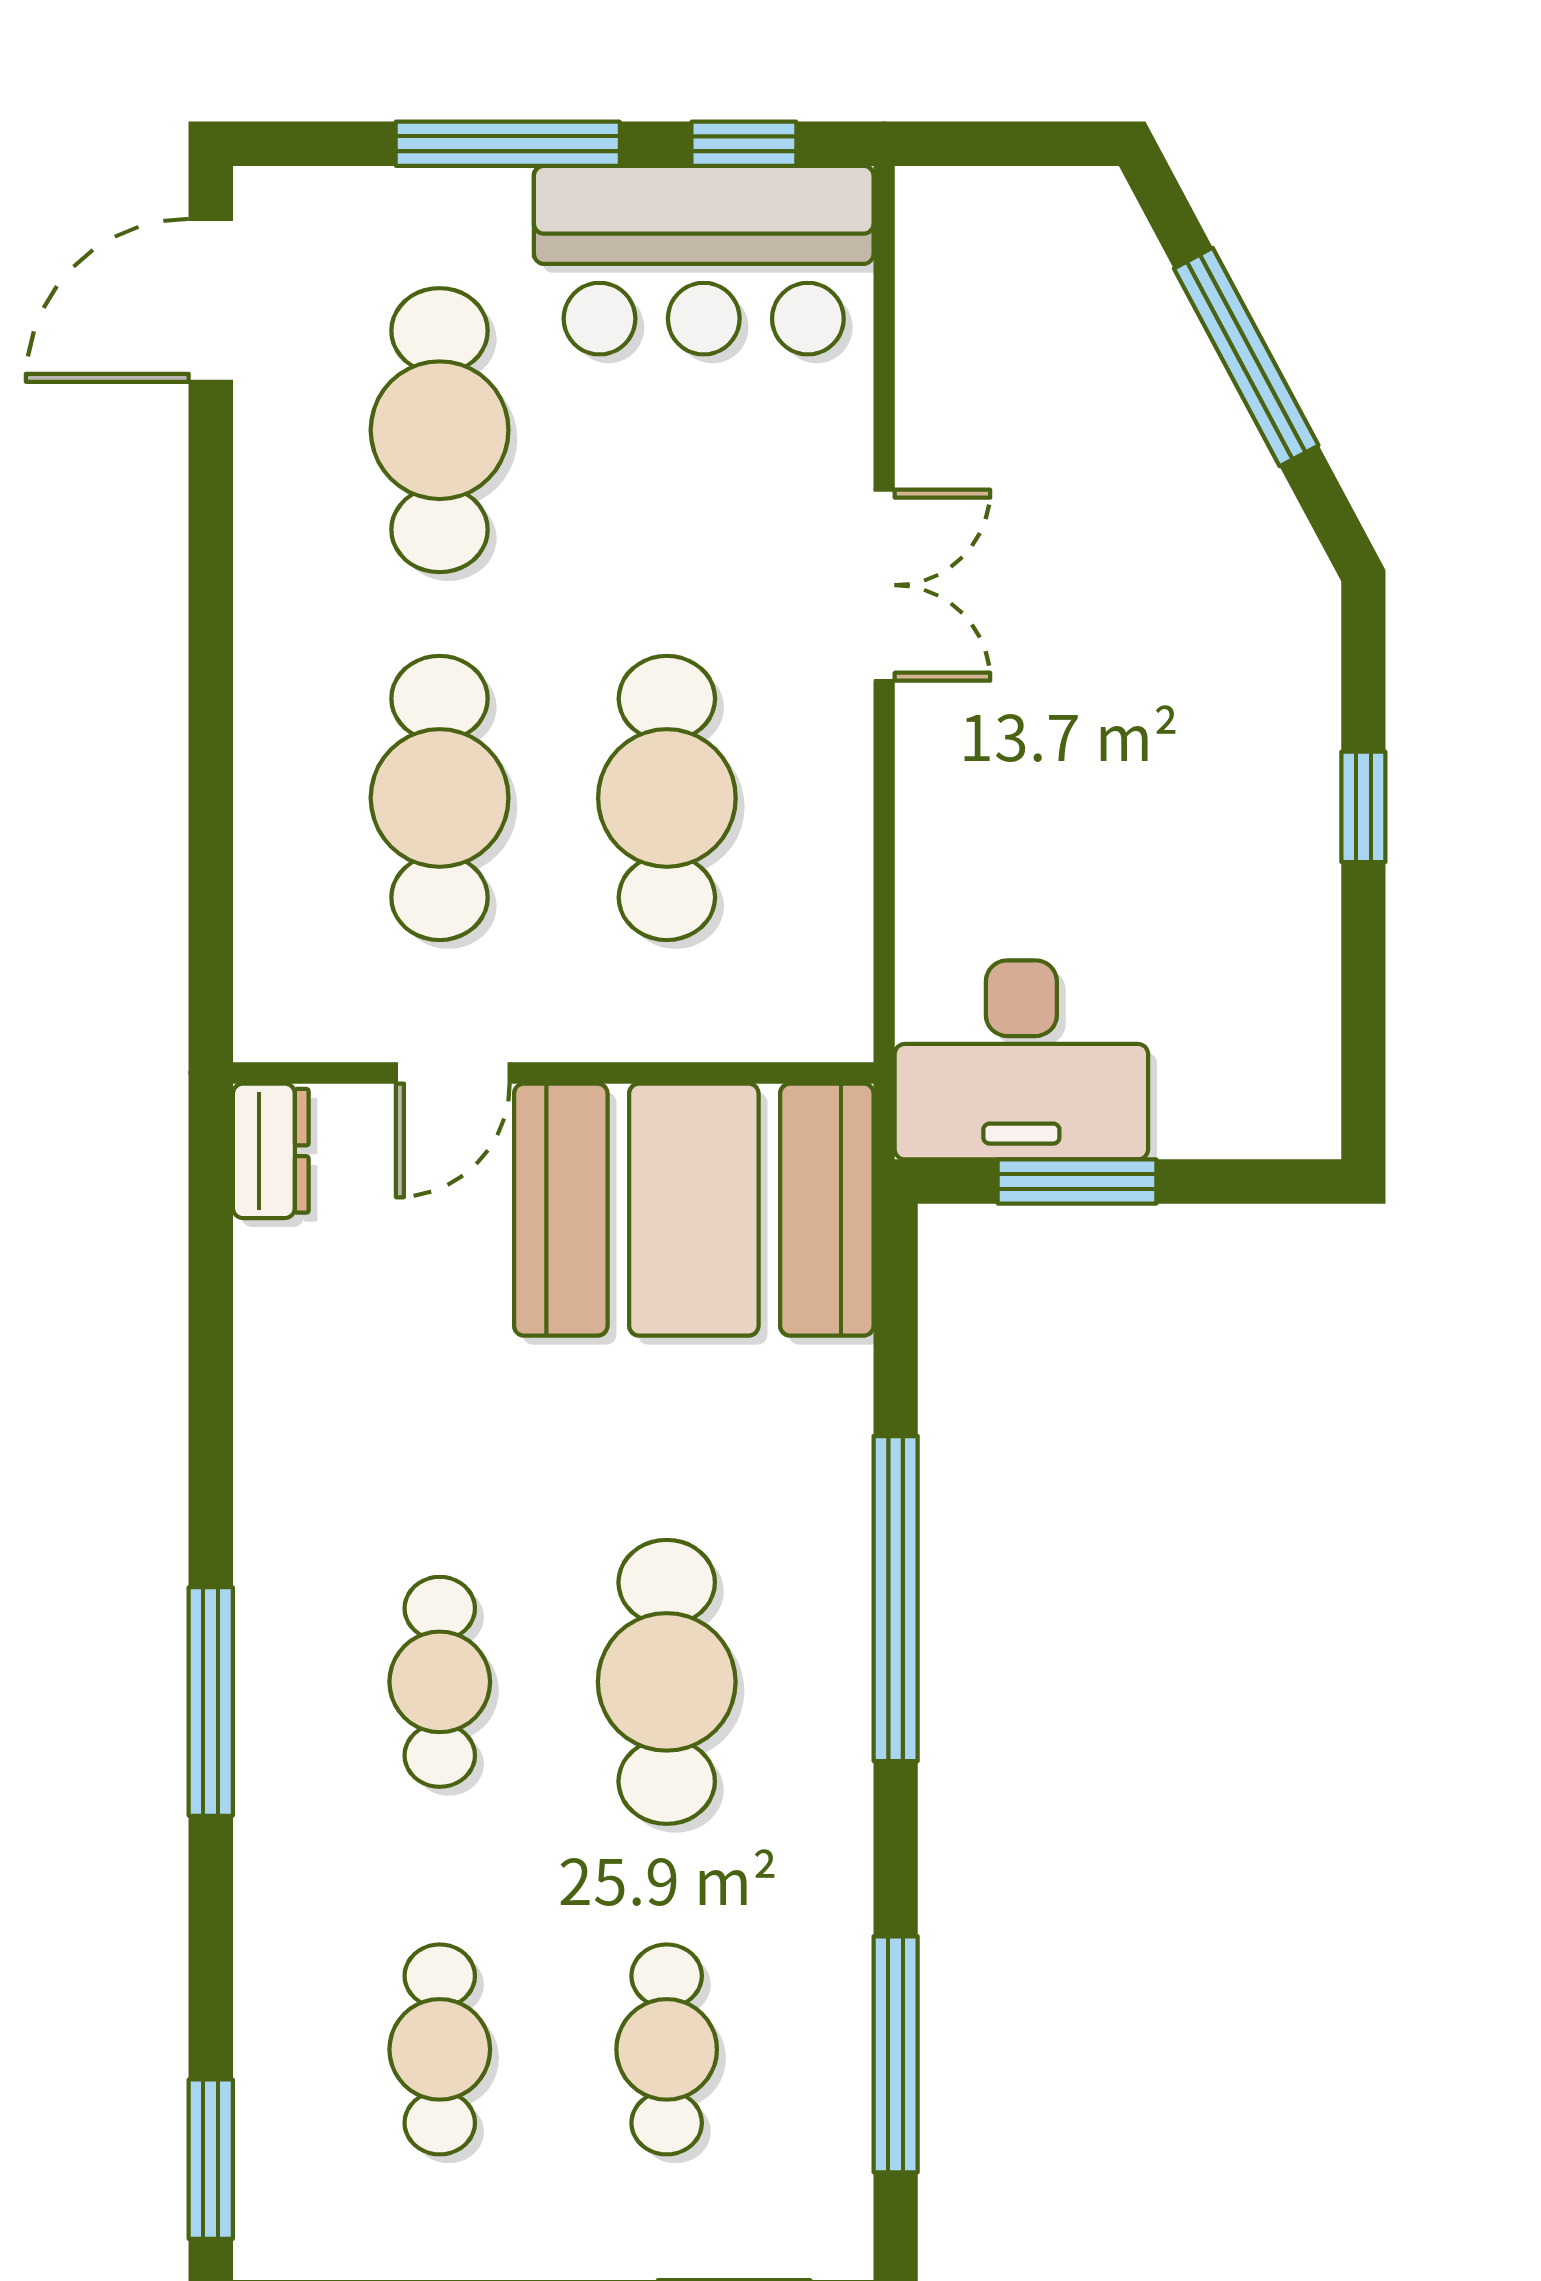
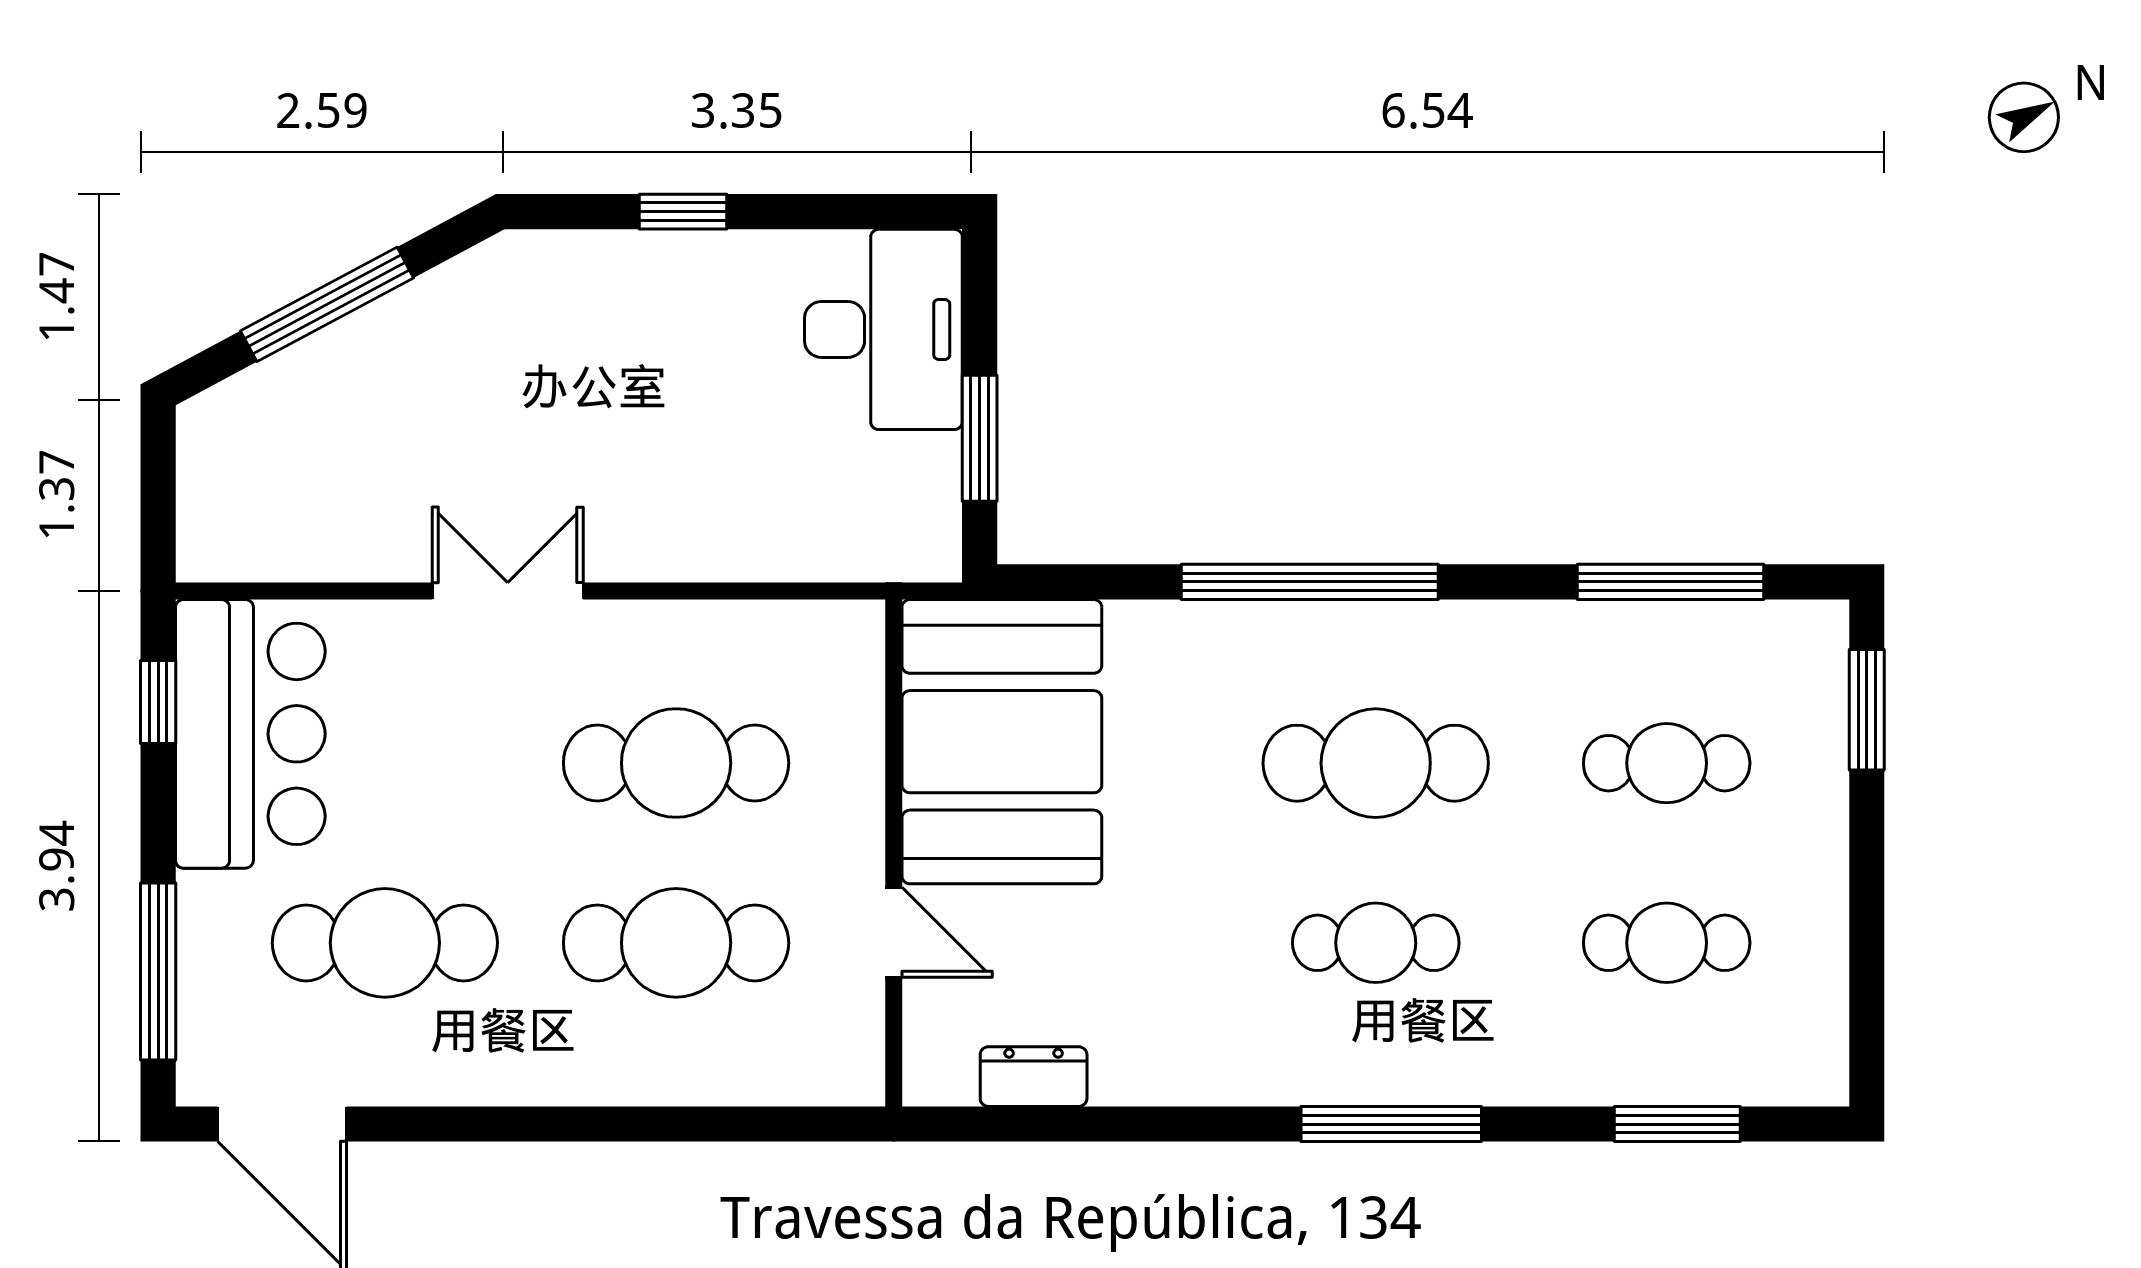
window: (508, 144) -> (158, 972), moved
desk: (1021, 1060) -> (883, 329), moved
dresser: (271, 1151) -> (1034, 1077), moved
window: (211, 2159) -> (1677, 1124), moved

